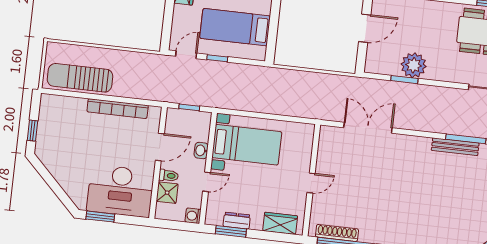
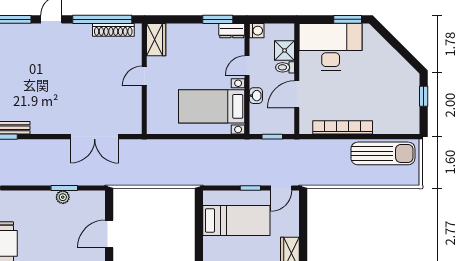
plant: (414, 65) -> (63, 197), width x0.53, depth x0.53
dresser: (237, 221) -> (232, 31), moved
wardrobe: (280, 223) -> (156, 40), moved, turned -90

